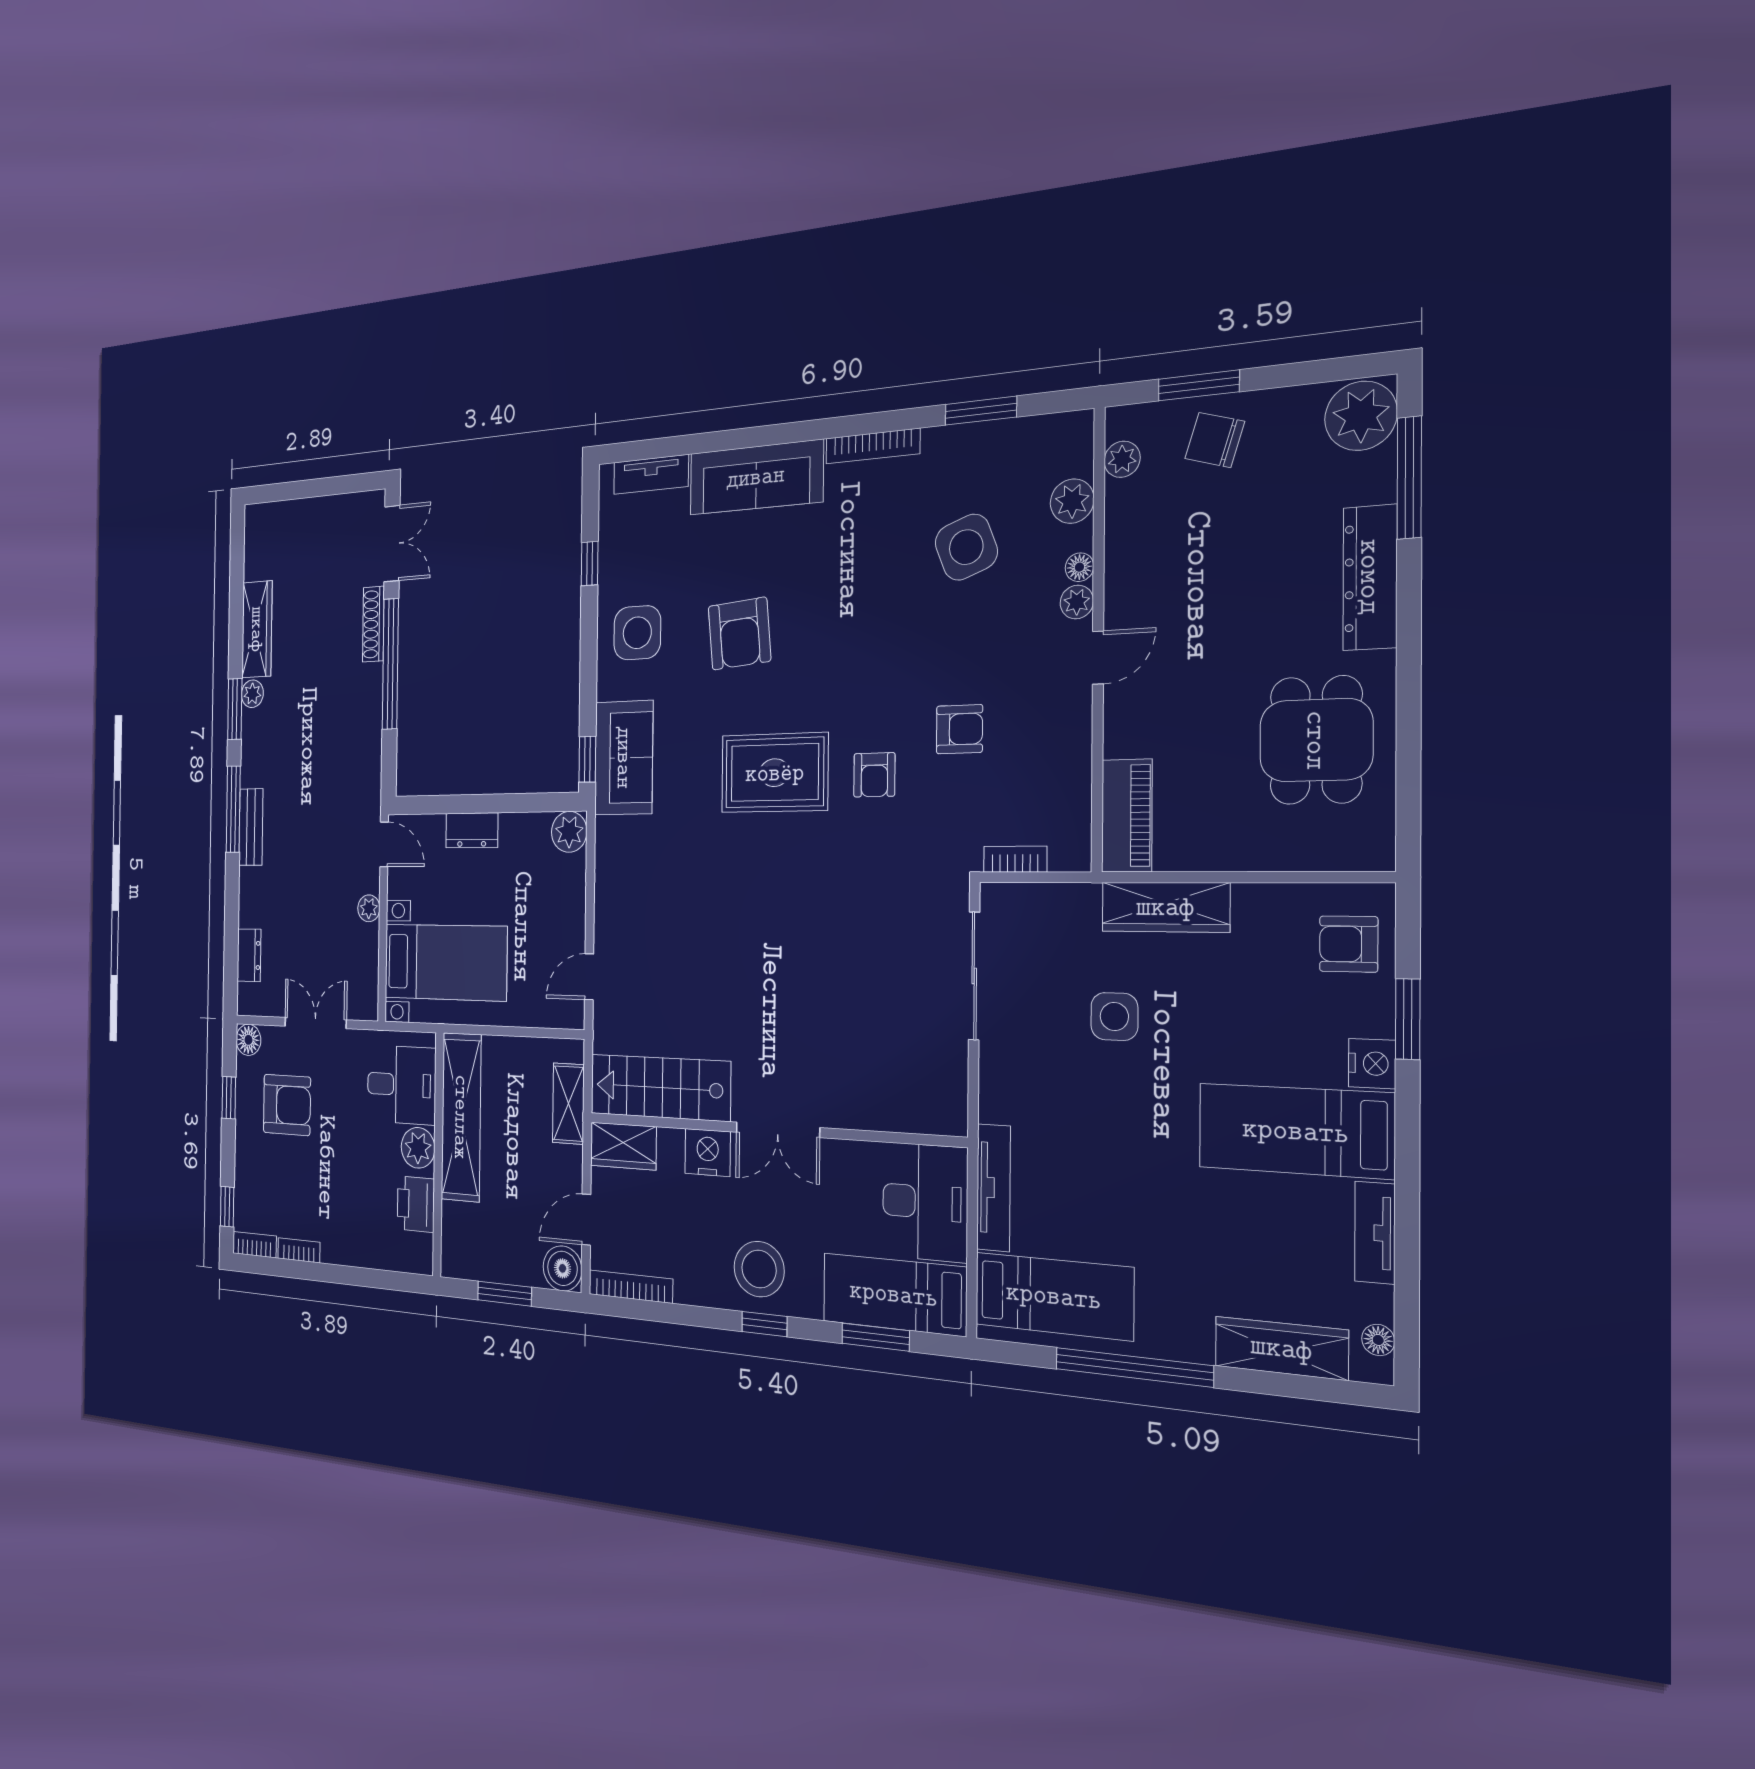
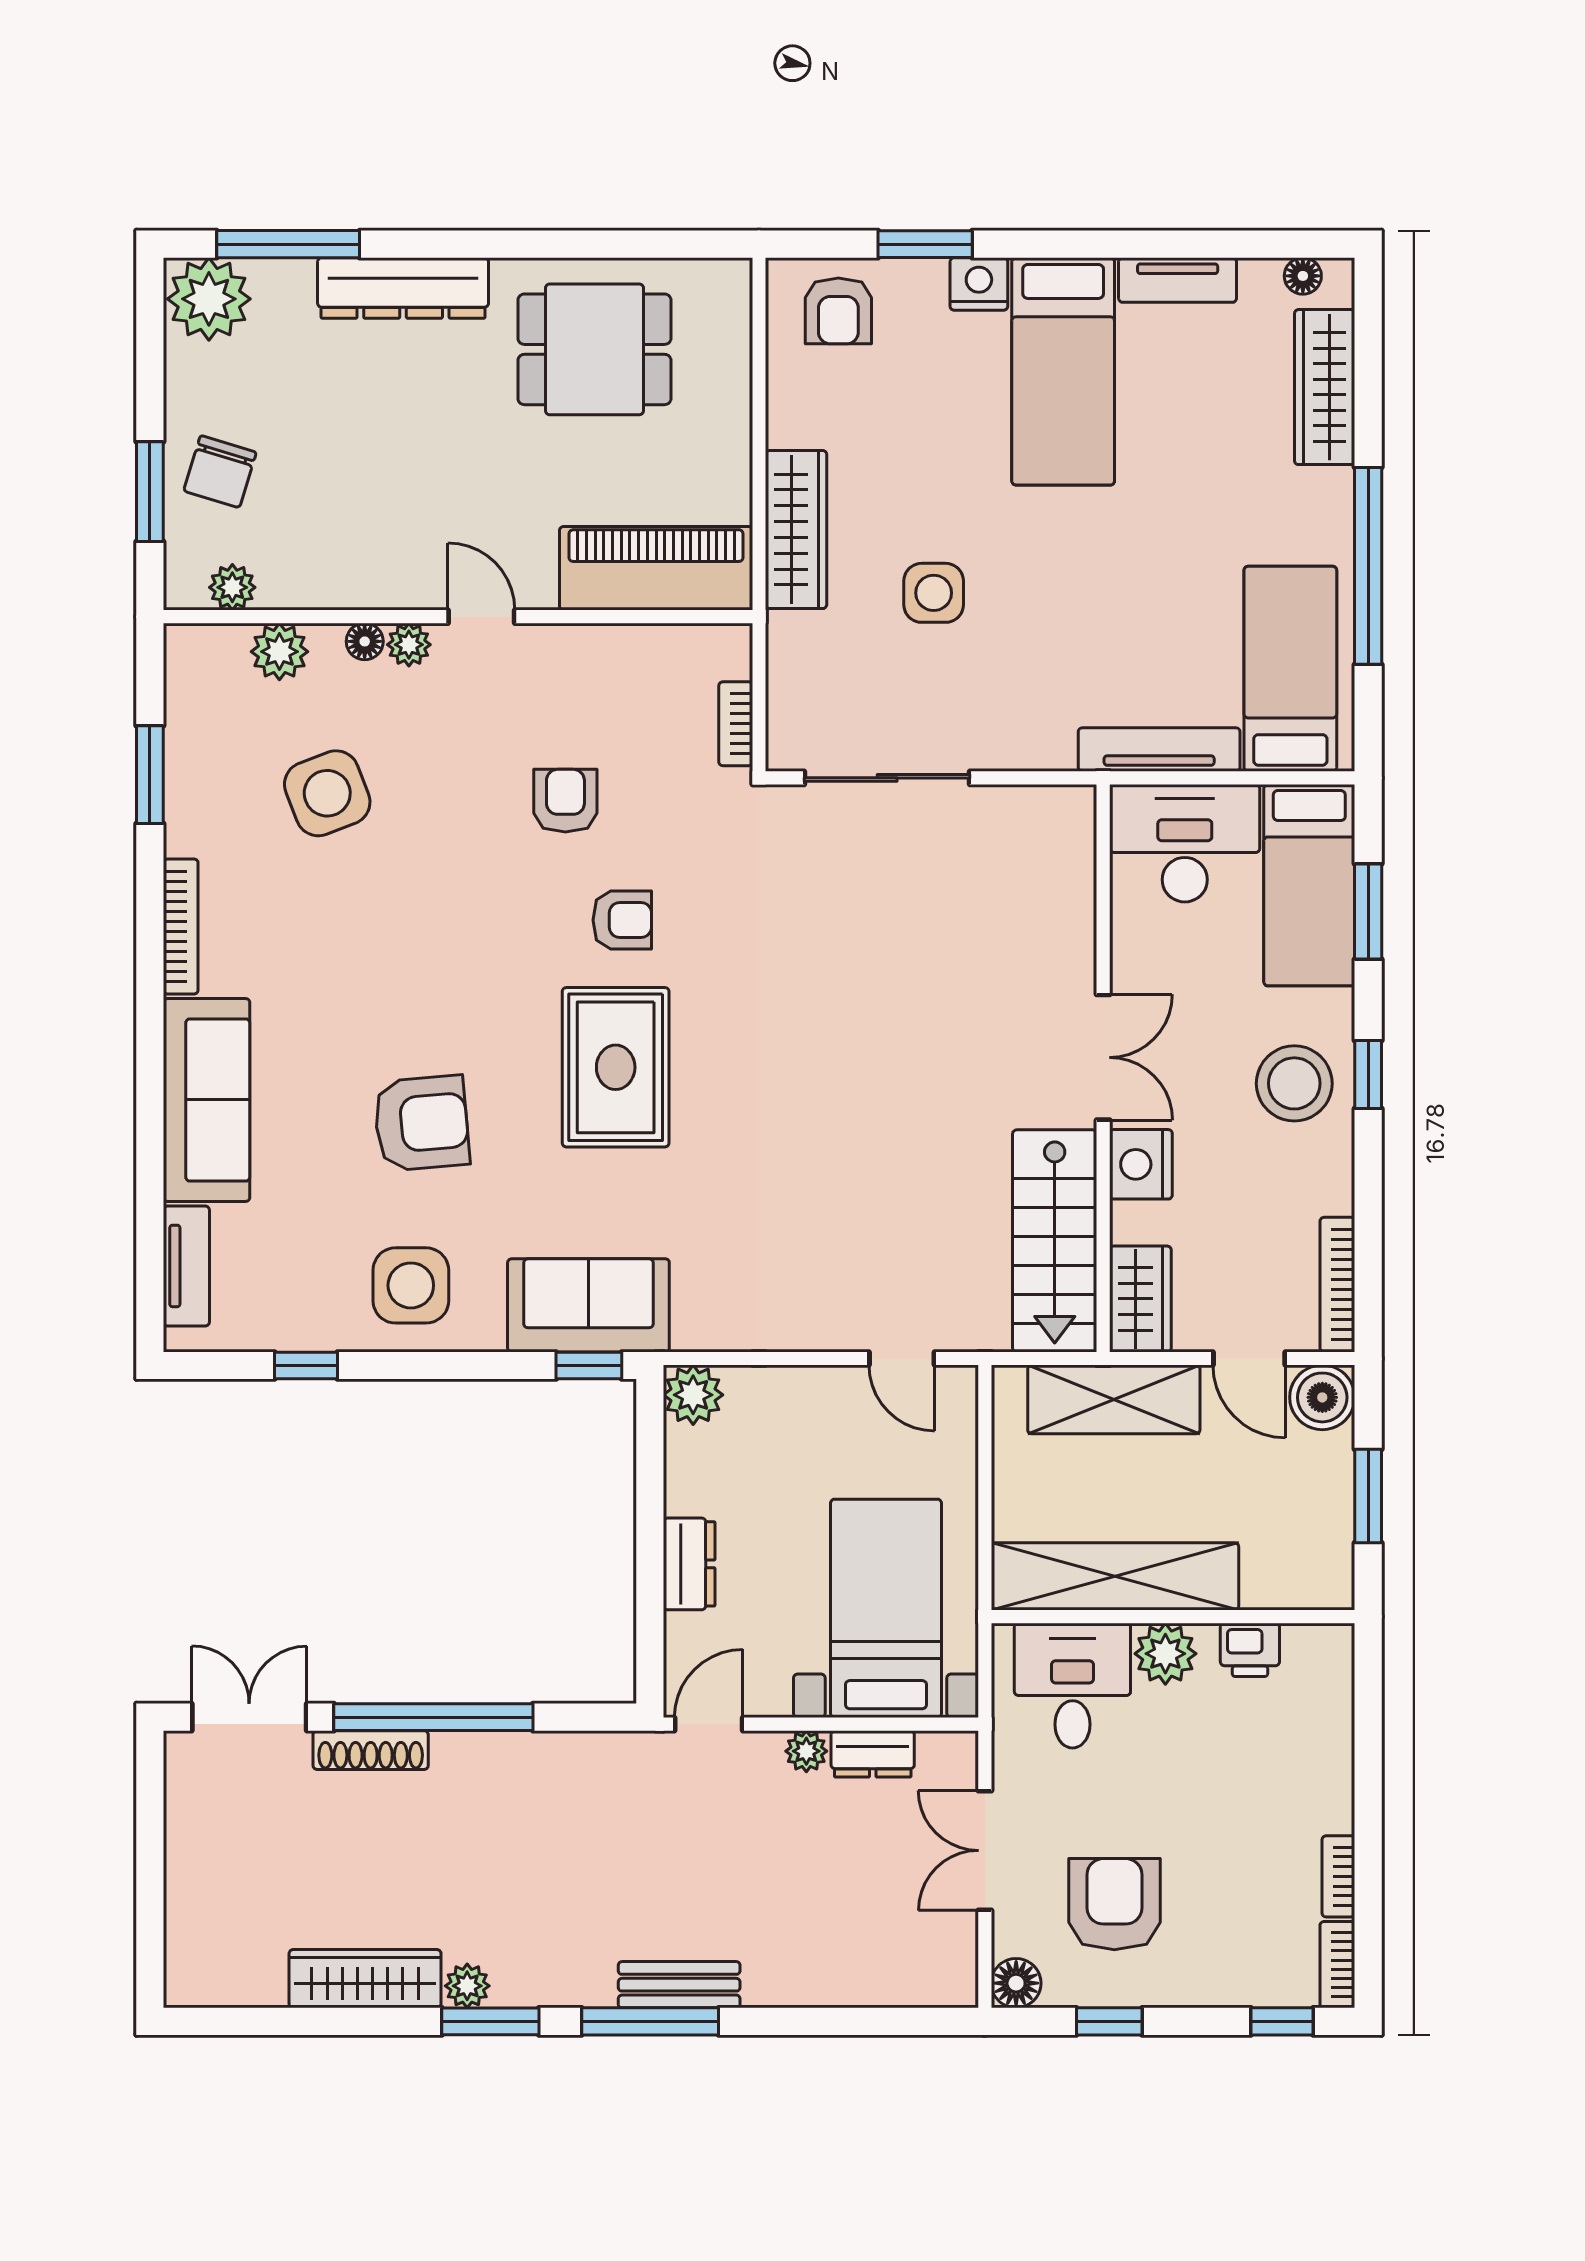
piano: (1127, 816) -> (656, 568), width x1.37, depth x1.33
dresser: (249, 955) -> (873, 1754), moved, turned 180
shelving: (568, 1104) -> (1114, 1399), width x1.50, depth x1.33
printer: (416, 1204) -> (1250, 1650), width x0.73, depth x0.81

